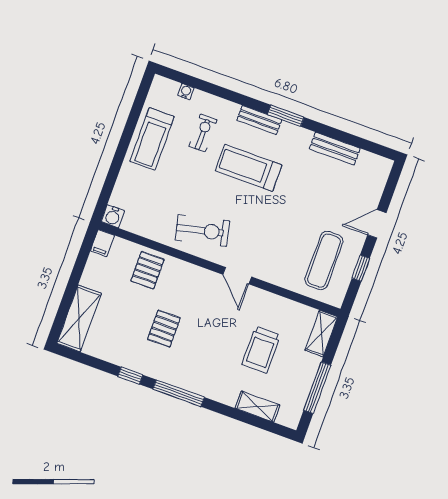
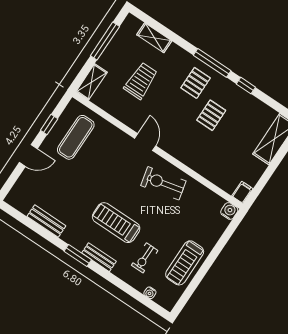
treadmill: (152, 139) -> (185, 263), turned 180
treadmill: (249, 168) -> (116, 223), turned 180
pallet: (147, 270) -> (196, 83), moved

